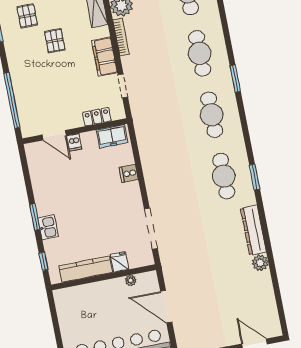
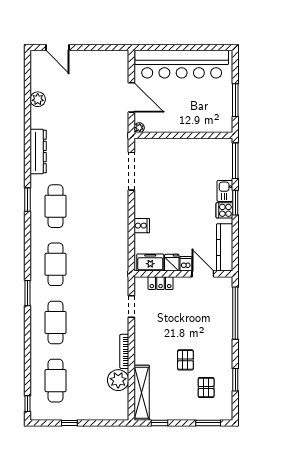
filing cabinet: (104, 57) -> (143, 337), removed
cooker: (45, 207) -> (224, 210), added
window: (43, 261) -> (235, 161), width x2.17
fridge: (120, 262) -> (172, 263), moved, turned 180
plant: (260, 263) -> (38, 99), moved
kitchen counter: (86, 269) -> (225, 247), moved, turned 90
plant: (131, 280) -> (139, 128), moved
window: (56, 325) -> (235, 100), added

